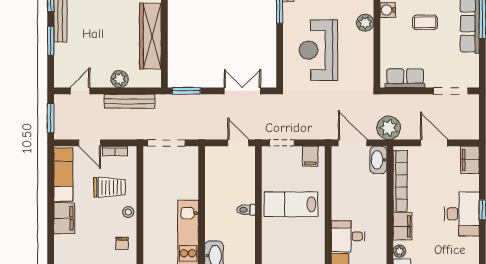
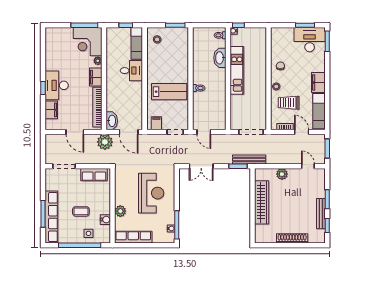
door: (80, 91) -> (308, 166), swing flipped
bench: (130, 101) -> (249, 159), moved
filing cabinet: (470, 160) -> (51, 110), moved

